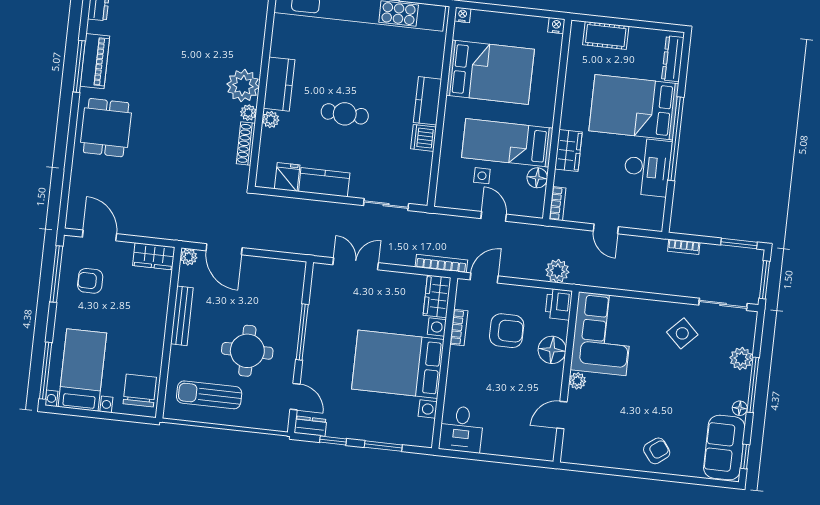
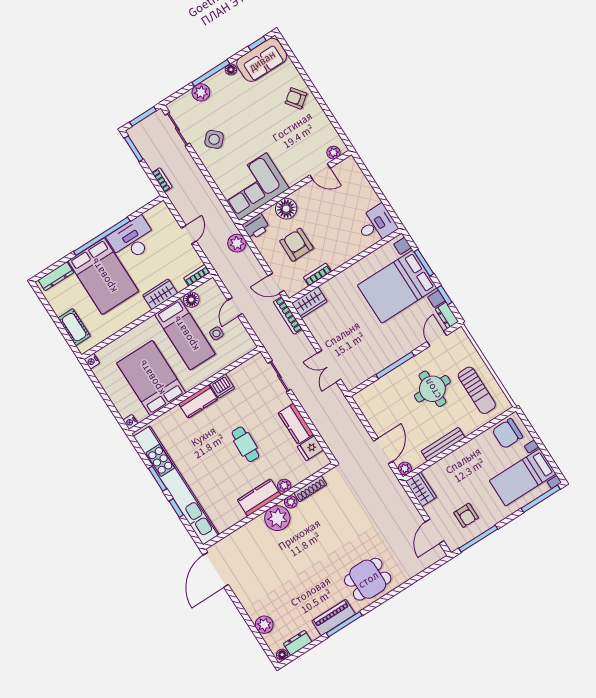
bed with nightstands: (398, 364) -> (397, 287), moved, turned 90
plant: (577, 381) -> (333, 153), moved

